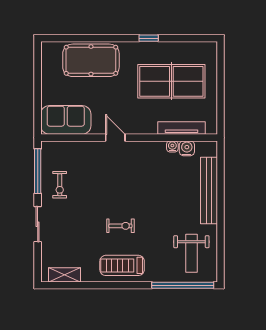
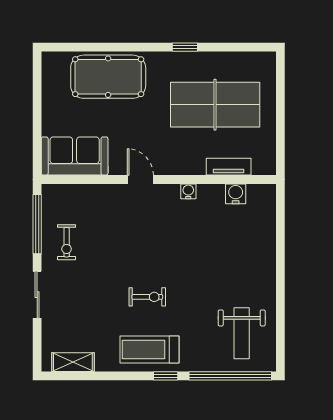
tv unit: (182, 128) -> (229, 167), width x0.71
water cooler: (172, 146) -> (188, 191), moved
bench: (209, 191) -> (265, 250), removed
window: (134, 285) -> (166, 376), added

